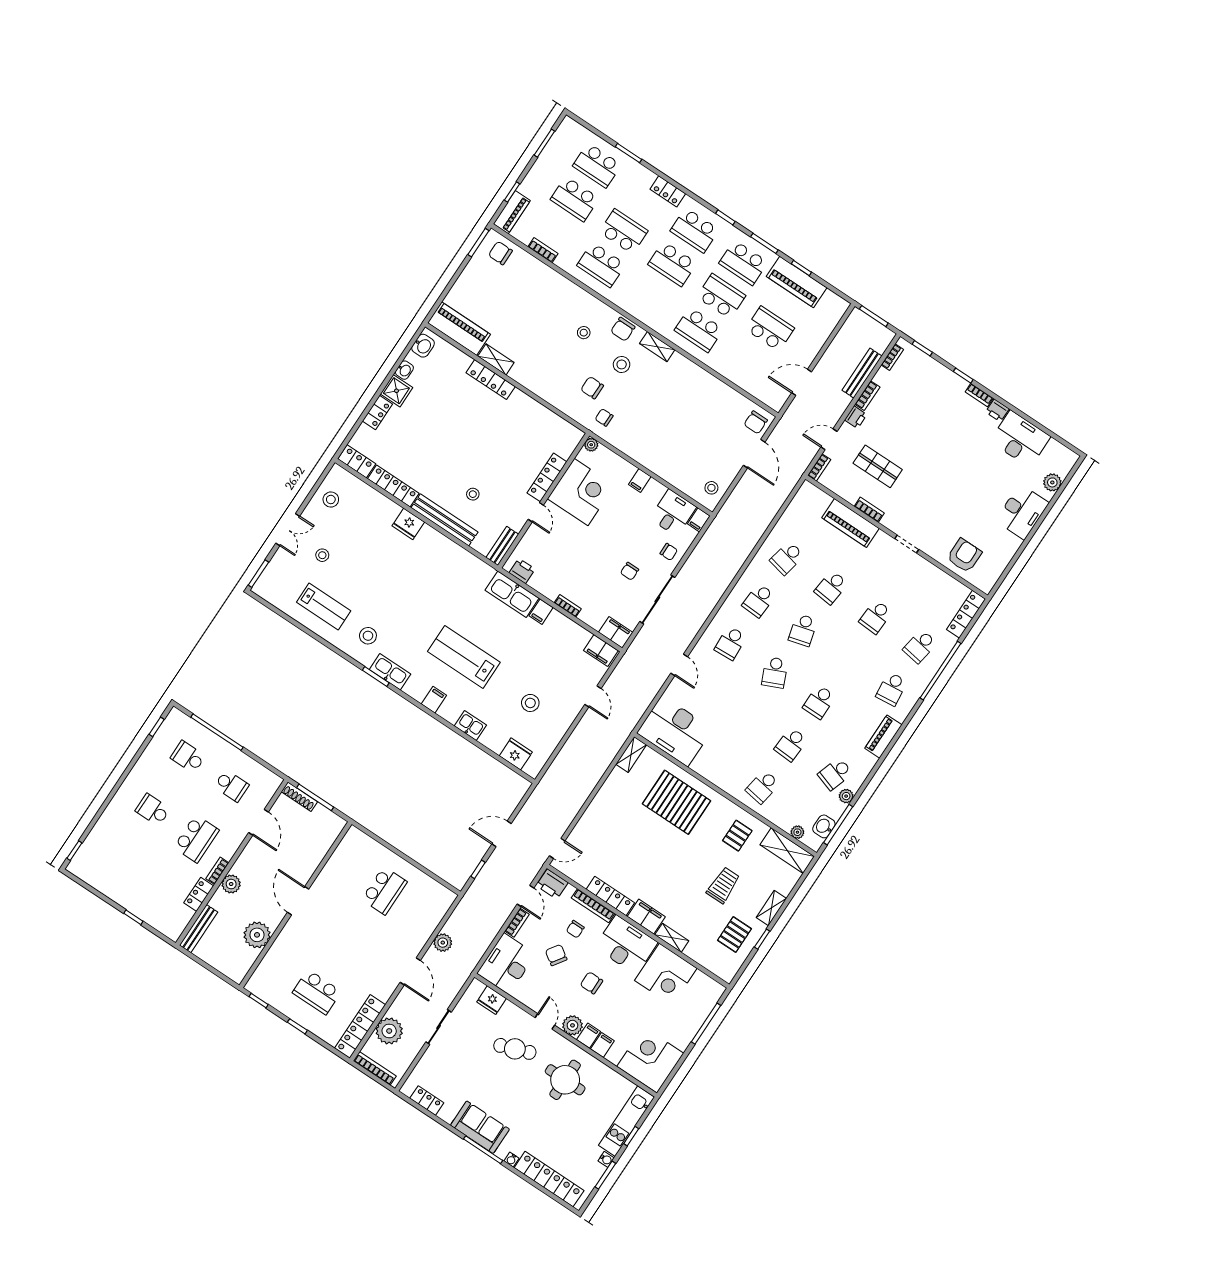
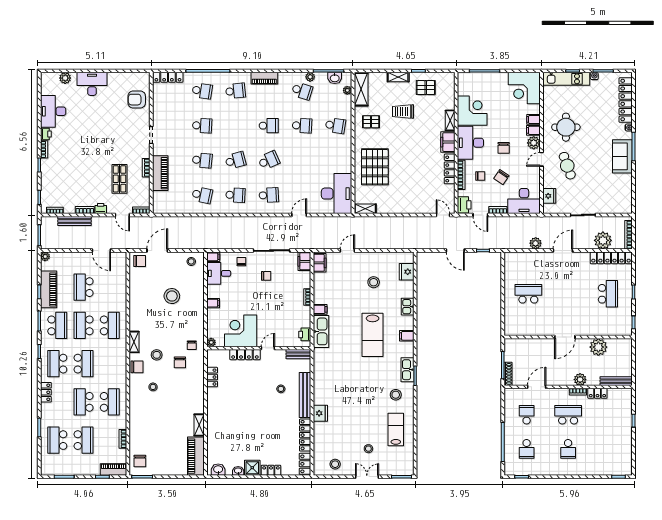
school desk: (597, 165) -> (57, 440), turned 180
school desk: (695, 230) -> (57, 364), turned 180
plant: (842, 306) -> (45, 256), added
locker: (491, 380) -> (212, 377), moved, width x0.66
stool: (684, 434) -> (172, 296), added
door: (526, 896) -> (480, 215), swing flipped
locker: (427, 1101) -> (627, 195), removed

